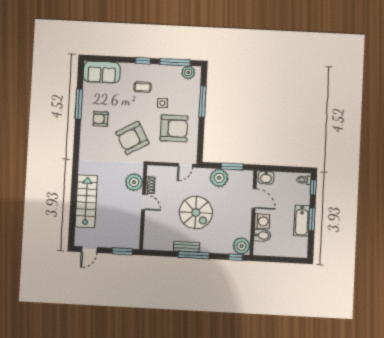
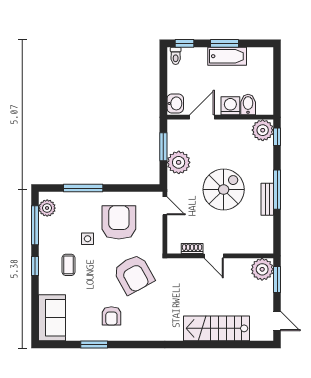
window: (79, 104) -> (94, 345), width x0.69
plant: (134, 182) -> (262, 269), moved
door: (144, 202) -> (214, 256), swing flipped

